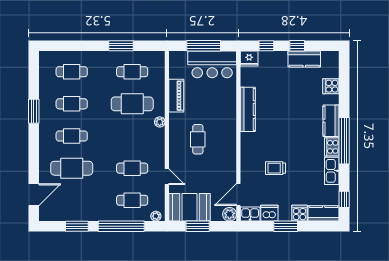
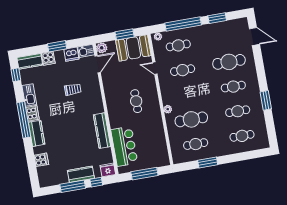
window: (297, 46) -> (73, 186), width x2.17
kitchen counter: (304, 59) -> (81, 174), moved
bar counter: (212, 64) -> (124, 146), moved, turned 90
piano: (176, 96) -> (159, 132), removed
door: (34, 195) -> (254, 36), swing flipped

